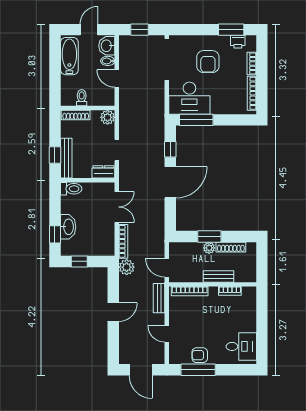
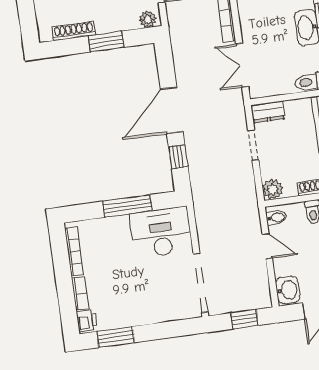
printer: (238, 42) -> (87, 321), moved, turned 90
bidet: (108, 61) -> (276, 218), moved
armchair: (208, 62) -> (142, 288), removed
window: (196, 120) -> (127, 206), moved
plant: (209, 248) -> (148, 19), moved

